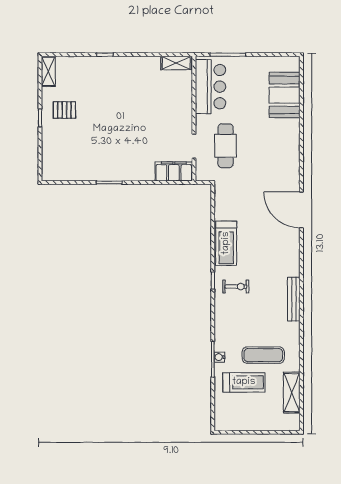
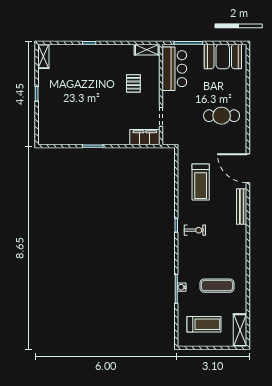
booth: (285, 95) -> (223, 56), moved, turned 90
pallet: (64, 110) -> (133, 83), moved, turned 90
cafe table: (226, 146) -> (222, 116), moved, turned 90
treadmill: (226, 243) -> (201, 182), moved
bench: (294, 299) -> (242, 207), moved
treadmill: (244, 382) -> (204, 324), moved
shelving: (292, 393) -> (240, 330), moved

